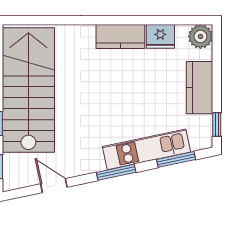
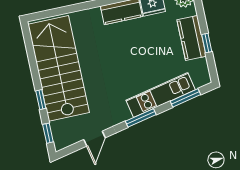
window: (217, 125) -> (207, 43), moved
door: (54, 186) -> (94, 139), swing flipped

